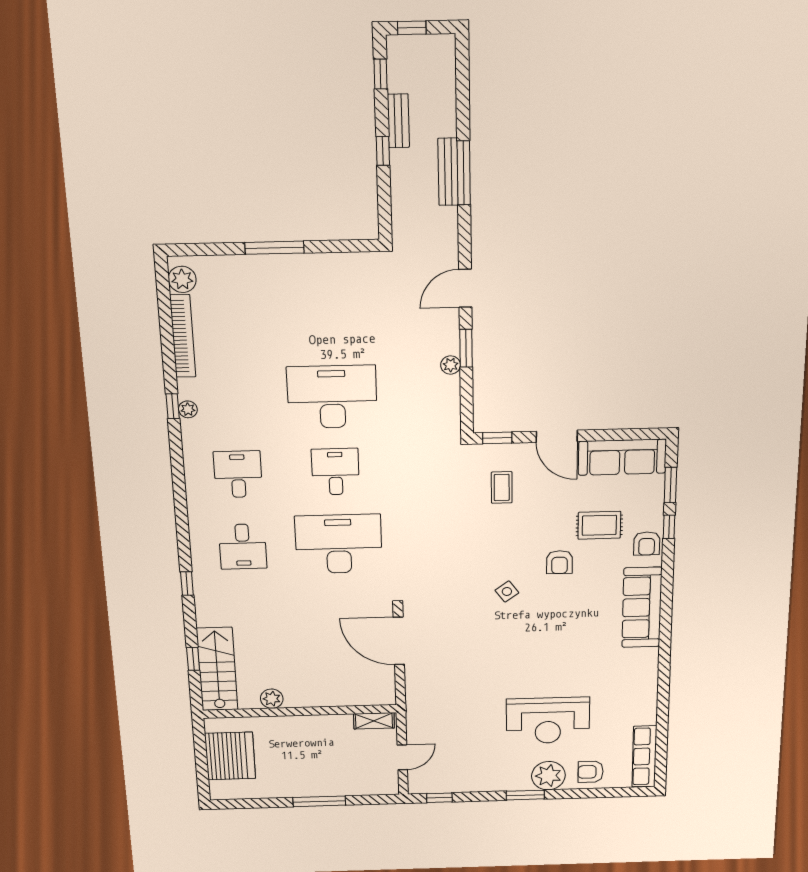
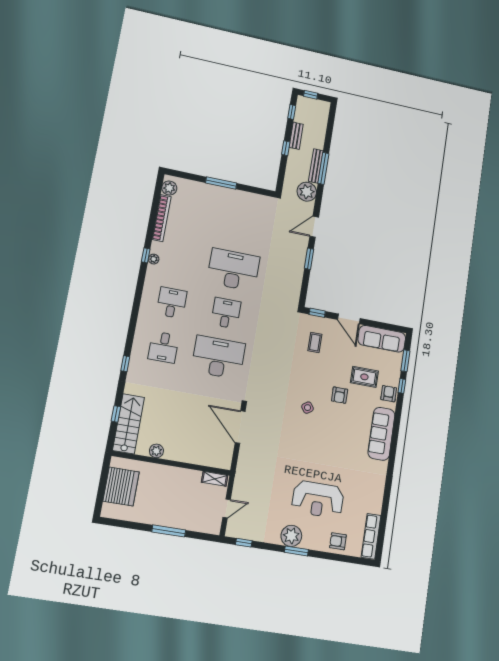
plant: (451, 365) -> (307, 192), moved, width x1.88, depth x1.88
armchair: (647, 543) -> (389, 394), turned 180
plant: (548, 776) -> (291, 536), moved

